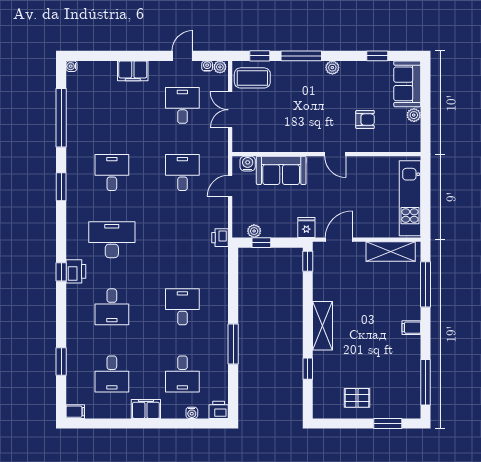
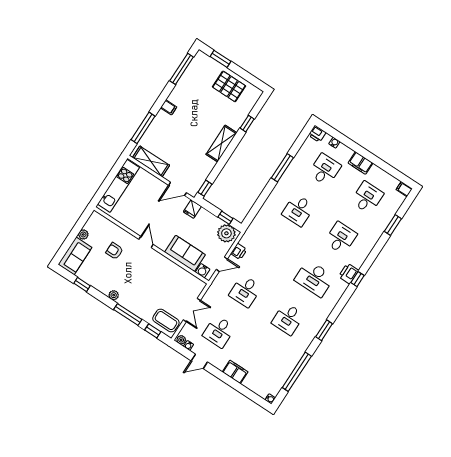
plant: (254, 231) -> (226, 233), width x1.88, depth x1.88
printer: (220, 238) -> (239, 252), moved
pallet: (357, 398) -> (229, 86), width x1.50, depth x1.42

